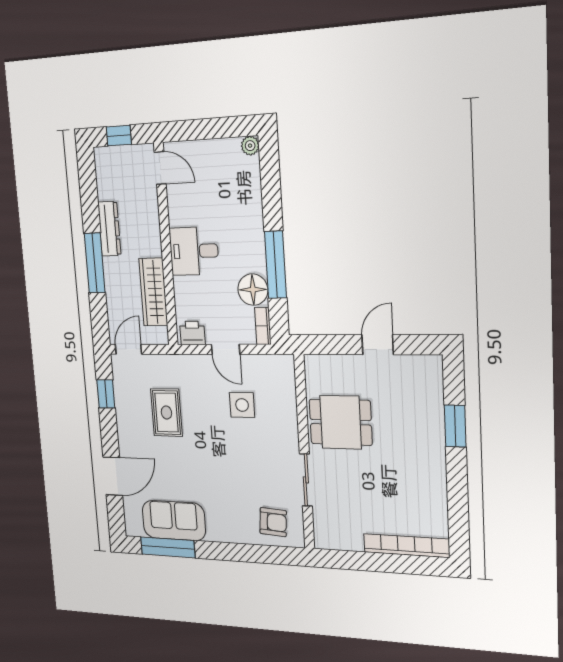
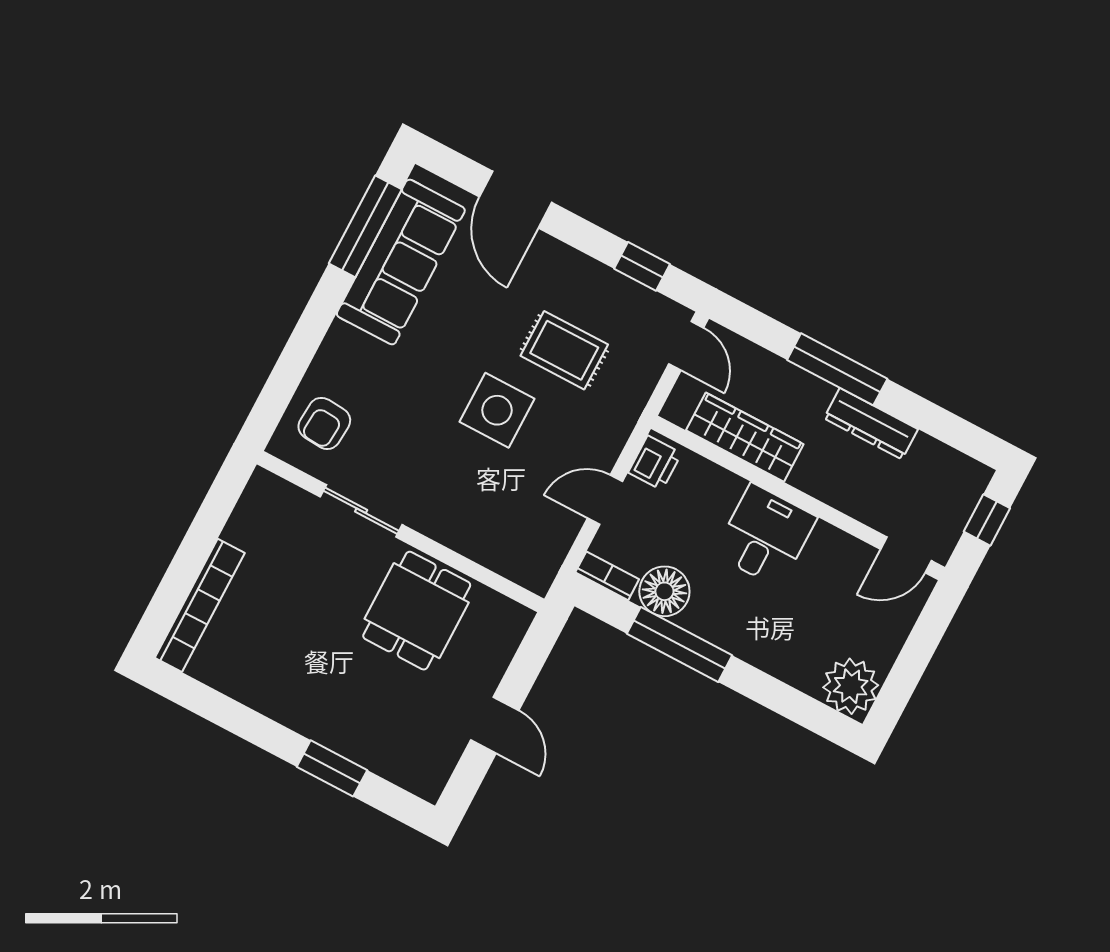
plant: (250, 146) -> (851, 686), width x1.88, depth x1.88
side table: (242, 405) -> (497, 410), moved, width x1.37, depth x1.37
sofa: (174, 521) -> (401, 262), width x1.36

